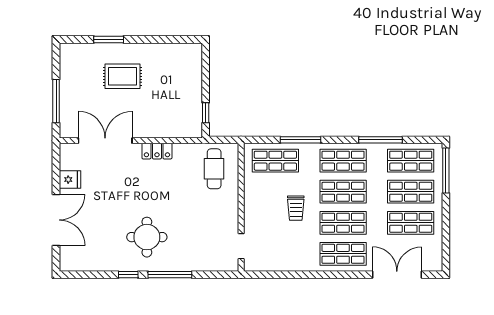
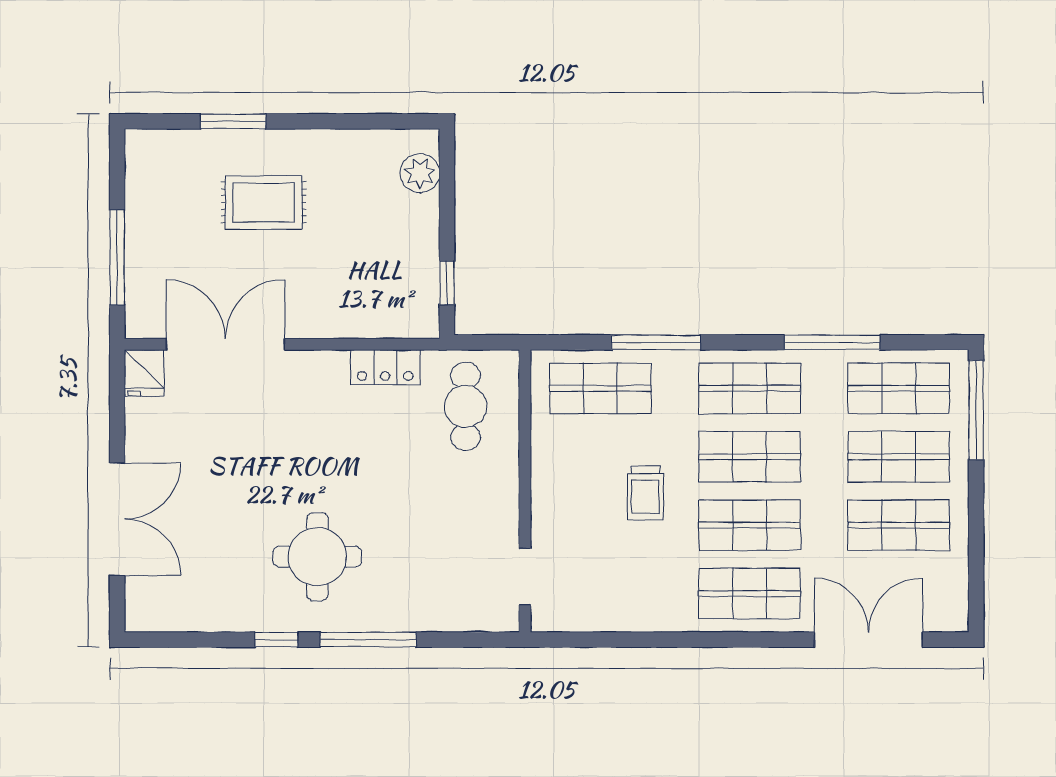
plant: (193, 63) -> (420, 173), added
locker: (157, 151) -> (385, 367), moved
fridge: (70, 180) -> (144, 373), moved, turned 90

